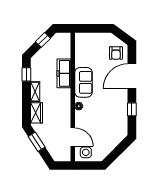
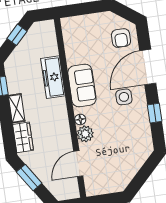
plant: (81, 117) -> (85, 134), added
door: (73, 137) -> (78, 164), swing flipped
side table: (86, 152) -> (124, 97), moved

